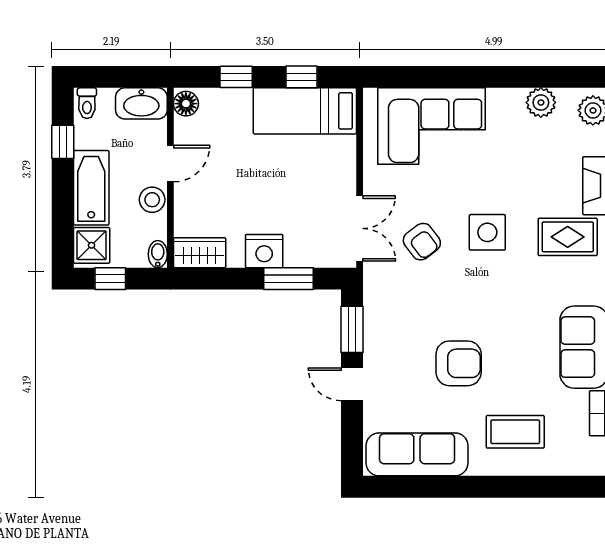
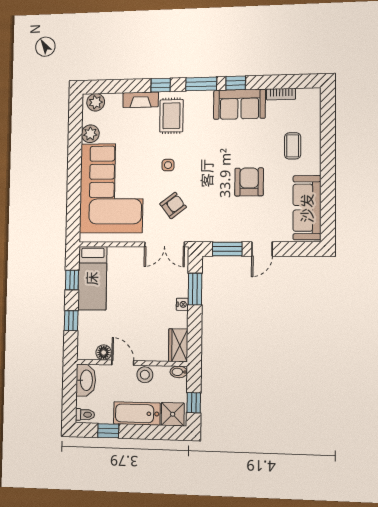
floor lamp: (186, 104) -> (104, 353), moved
corner sofa: (431, 126) -> (111, 188), width x1.36, depth x1.36
double door: (360, 228) -> (164, 244), swing flipped
side table: (487, 232) -> (168, 165), width x0.54, depth x0.54
nightstand: (264, 251) -> (182, 304), width x0.53, depth x0.56
coffee table: (515, 432) -> (293, 146), width x0.73, depth x0.77

